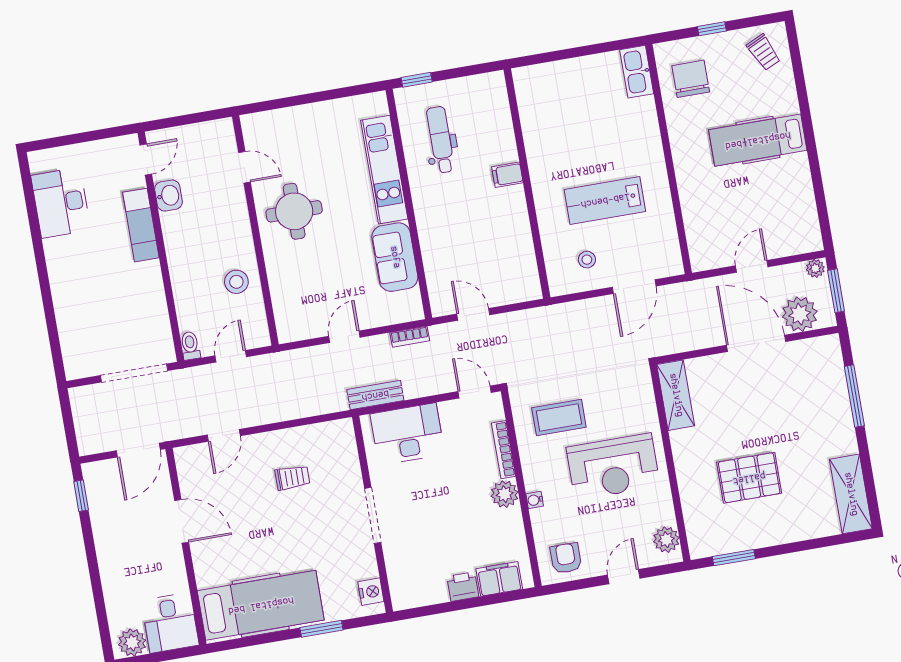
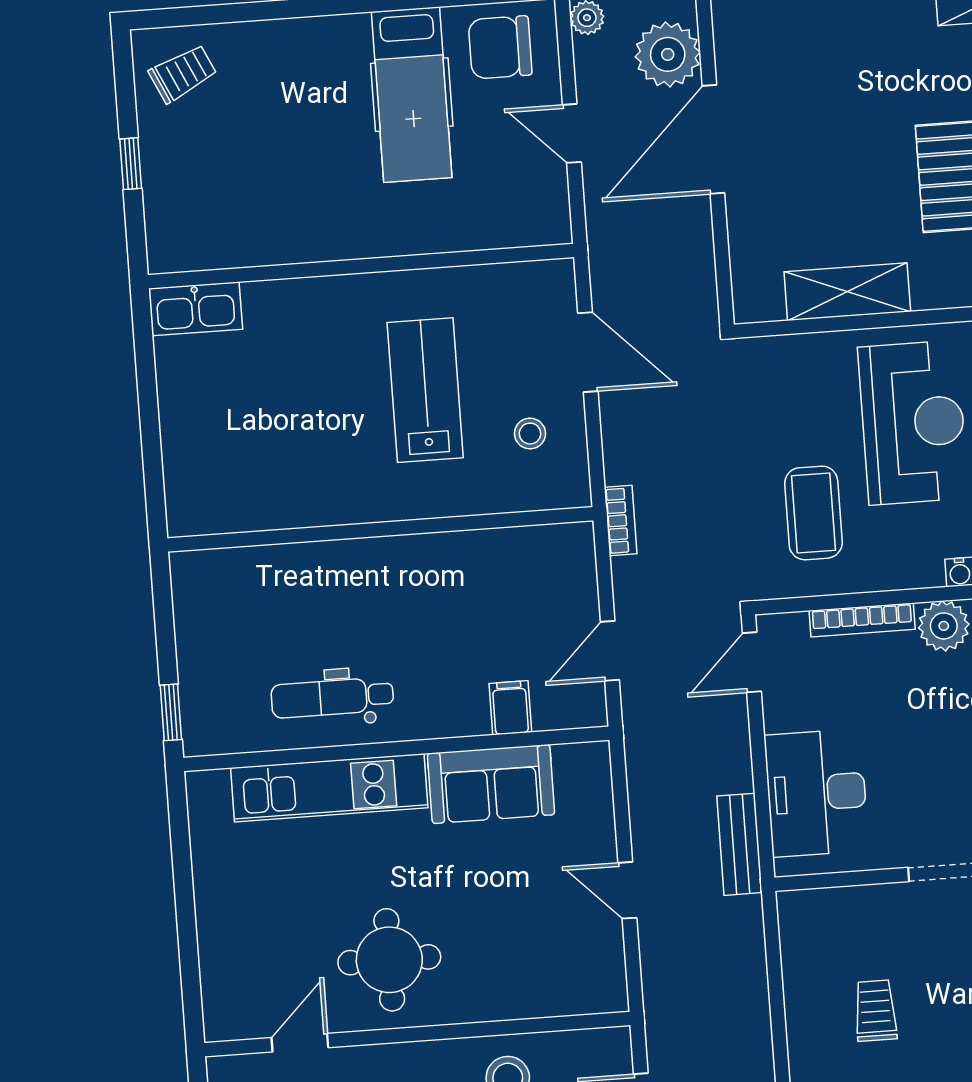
chair: (691, 79) -> (500, 47), moved
dental chair: (441, 140) -> (332, 697), moved
hospital bed: (758, 140) -> (412, 95), moved
filing cabinet: (507, 175) -> (510, 708), moved, turned 180
lab bench: (605, 200) -> (425, 390), turned 180
bookcase: (410, 337) -> (621, 521), moved
shelving: (676, 395) -> (847, 292), moved

